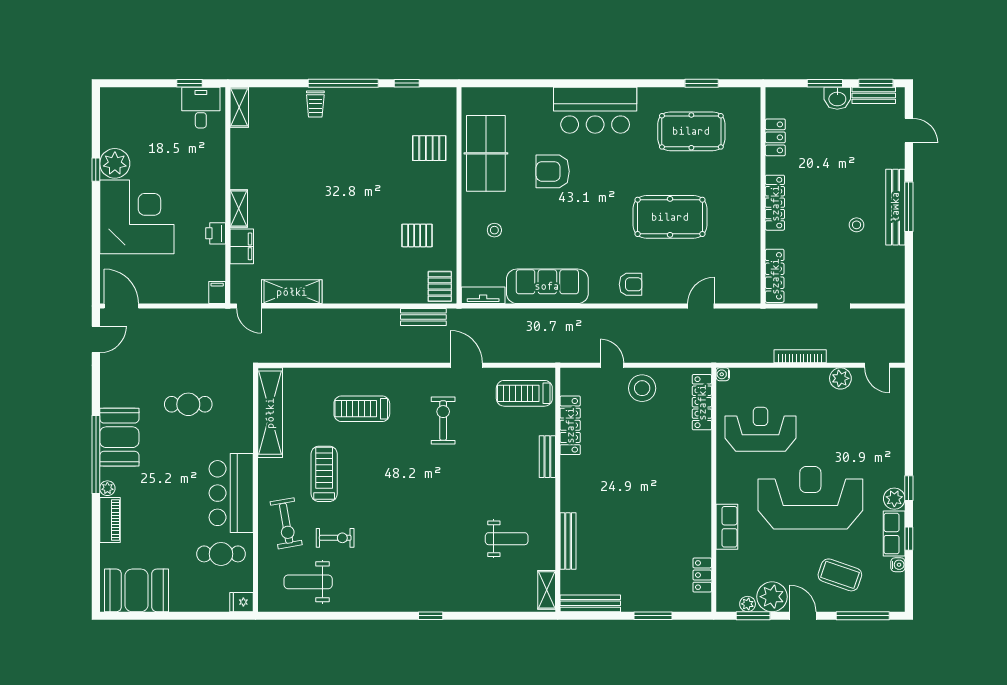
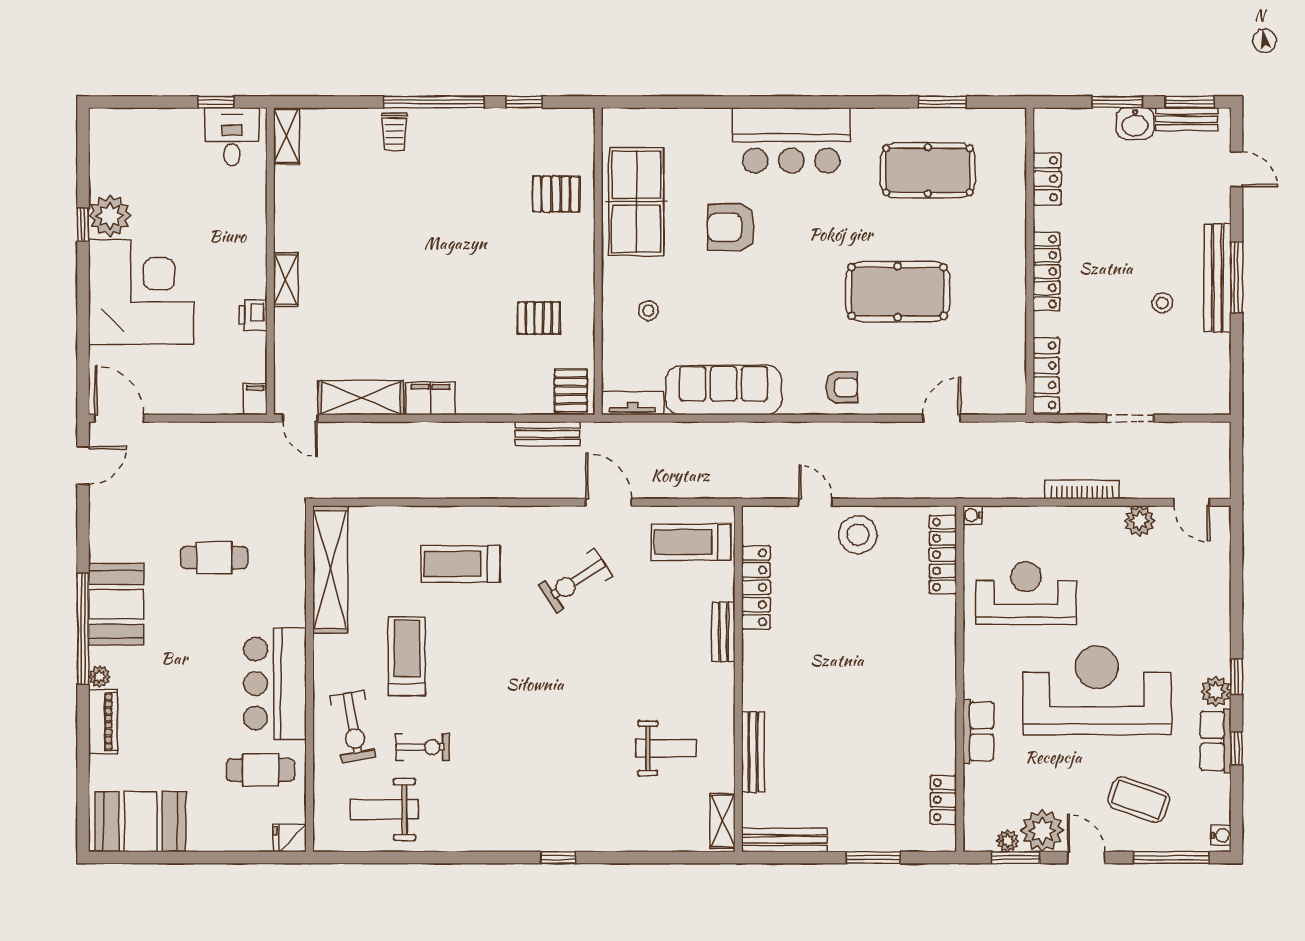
filing cabinet: (242, 246) -> (431, 398), moved, turned -90
exercise bike: (443, 421) -> (576, 581), turned -123
water cooler: (898, 565) -> (1221, 835), moved

